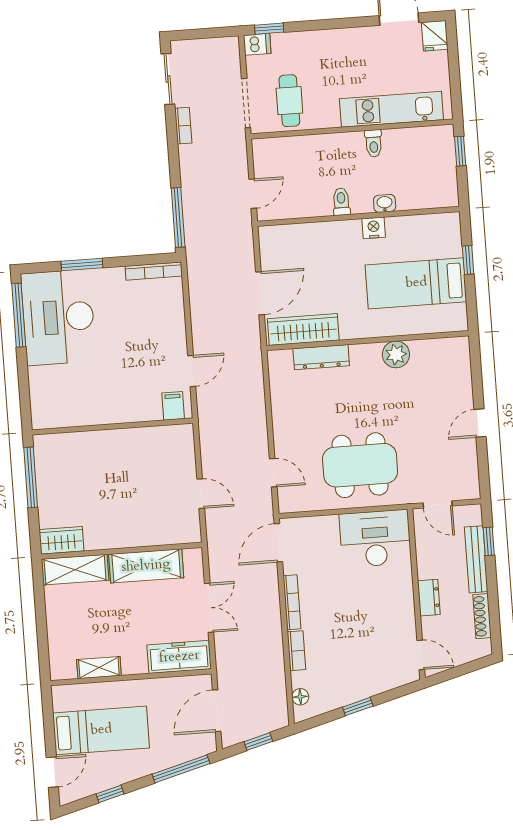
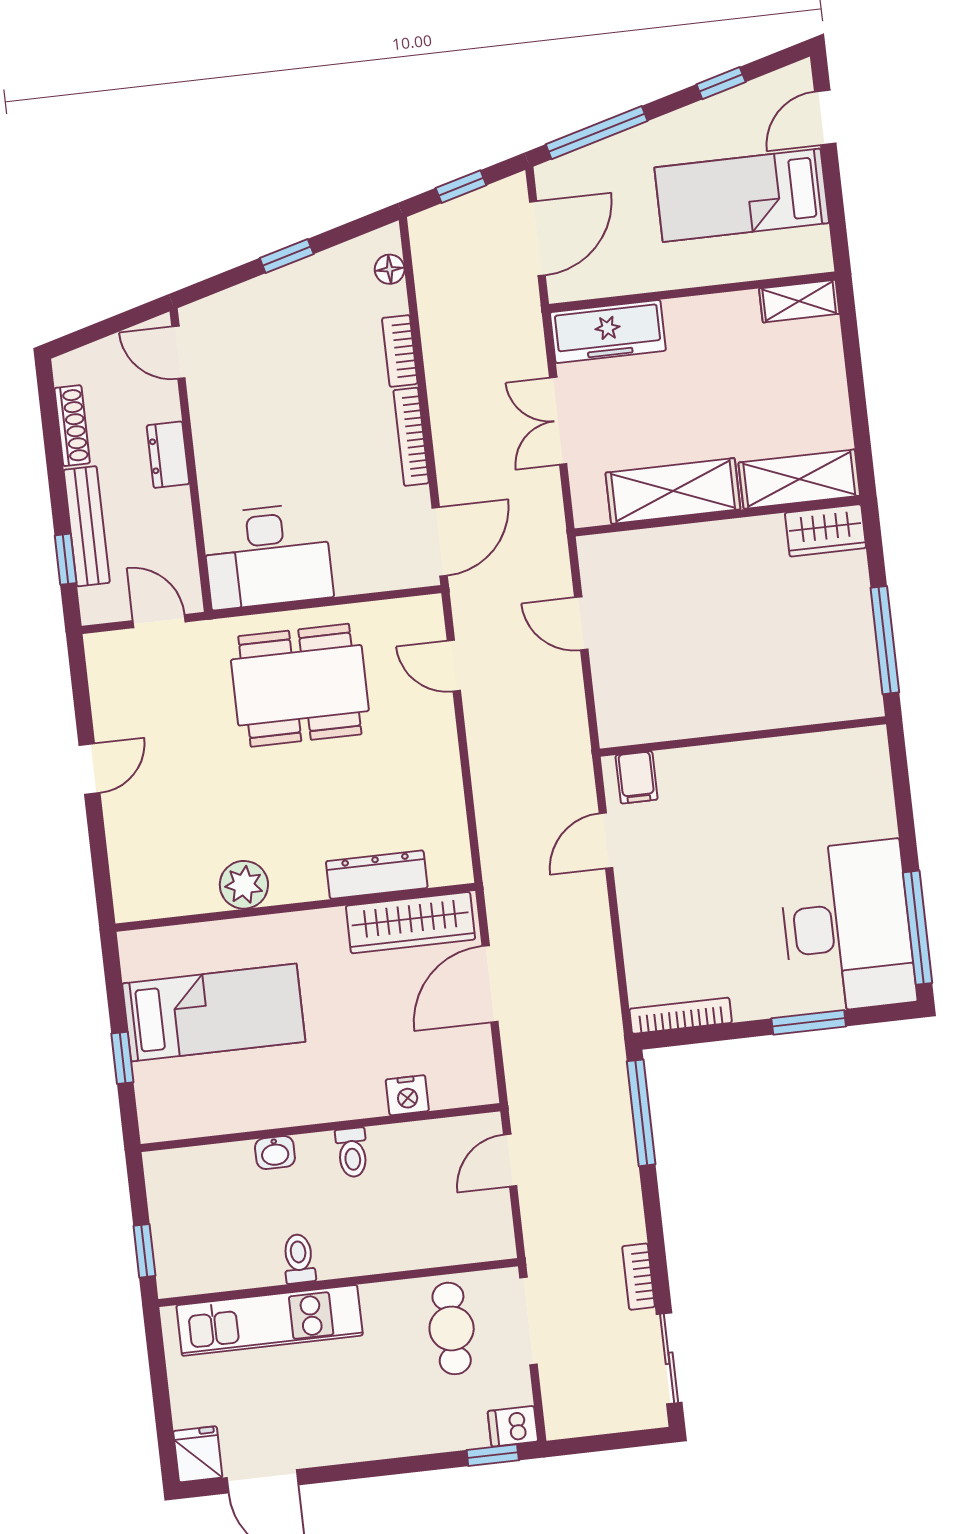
nightstand: (374, 228) -> (407, 1095), moved
shelving: (99, 668) -> (799, 301), moved

